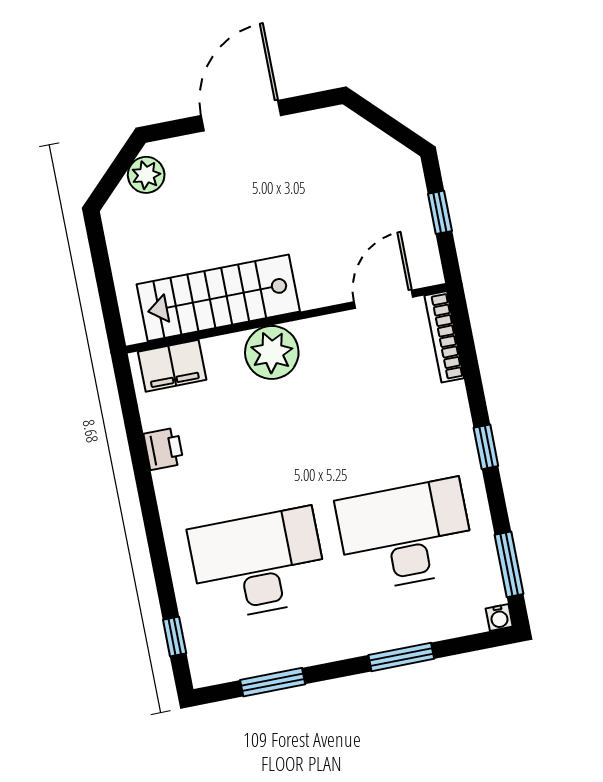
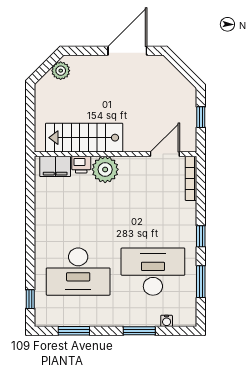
door: (241, 116) -> (127, 51), moved
printer: (164, 449) -> (81, 165), moved, turned 90
desk: (258, 564) -> (78, 272), turned 180
window: (509, 564) -> (201, 282), moved
water cooler: (499, 617) -> (167, 321), moved

